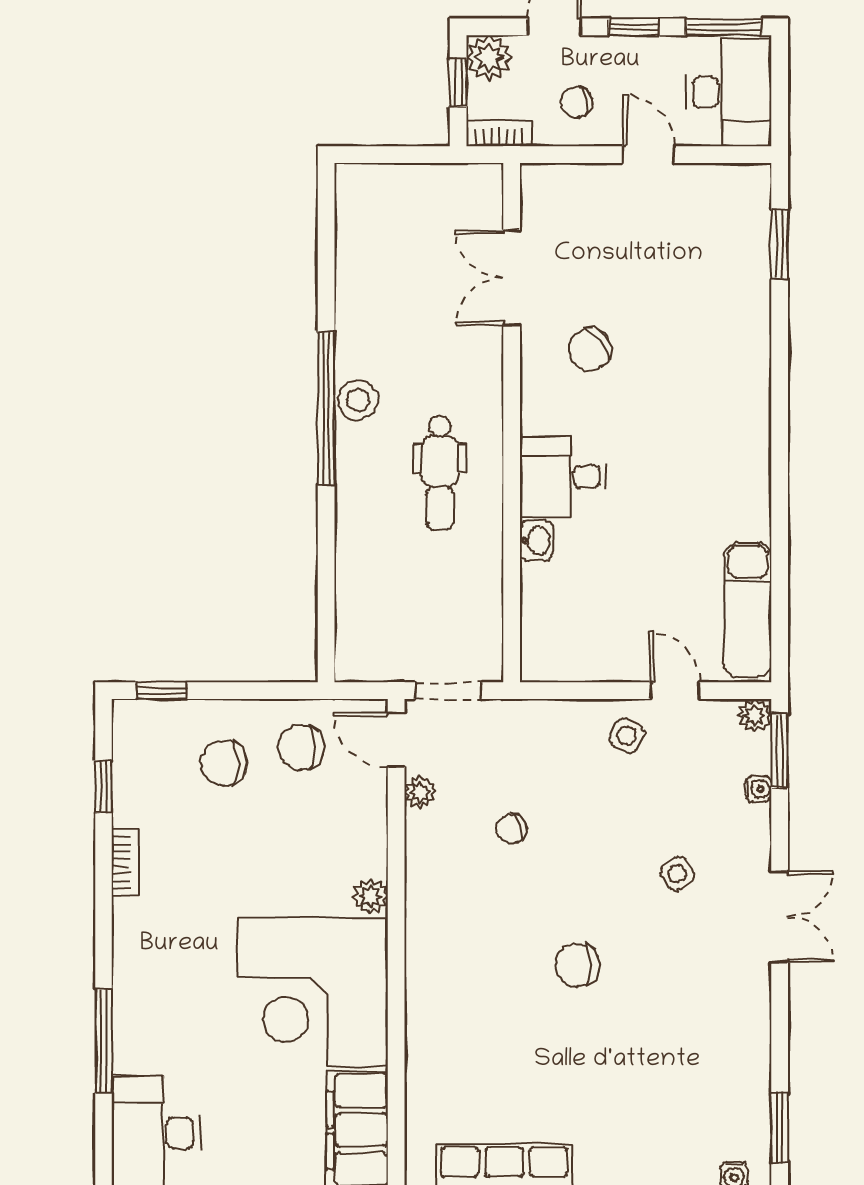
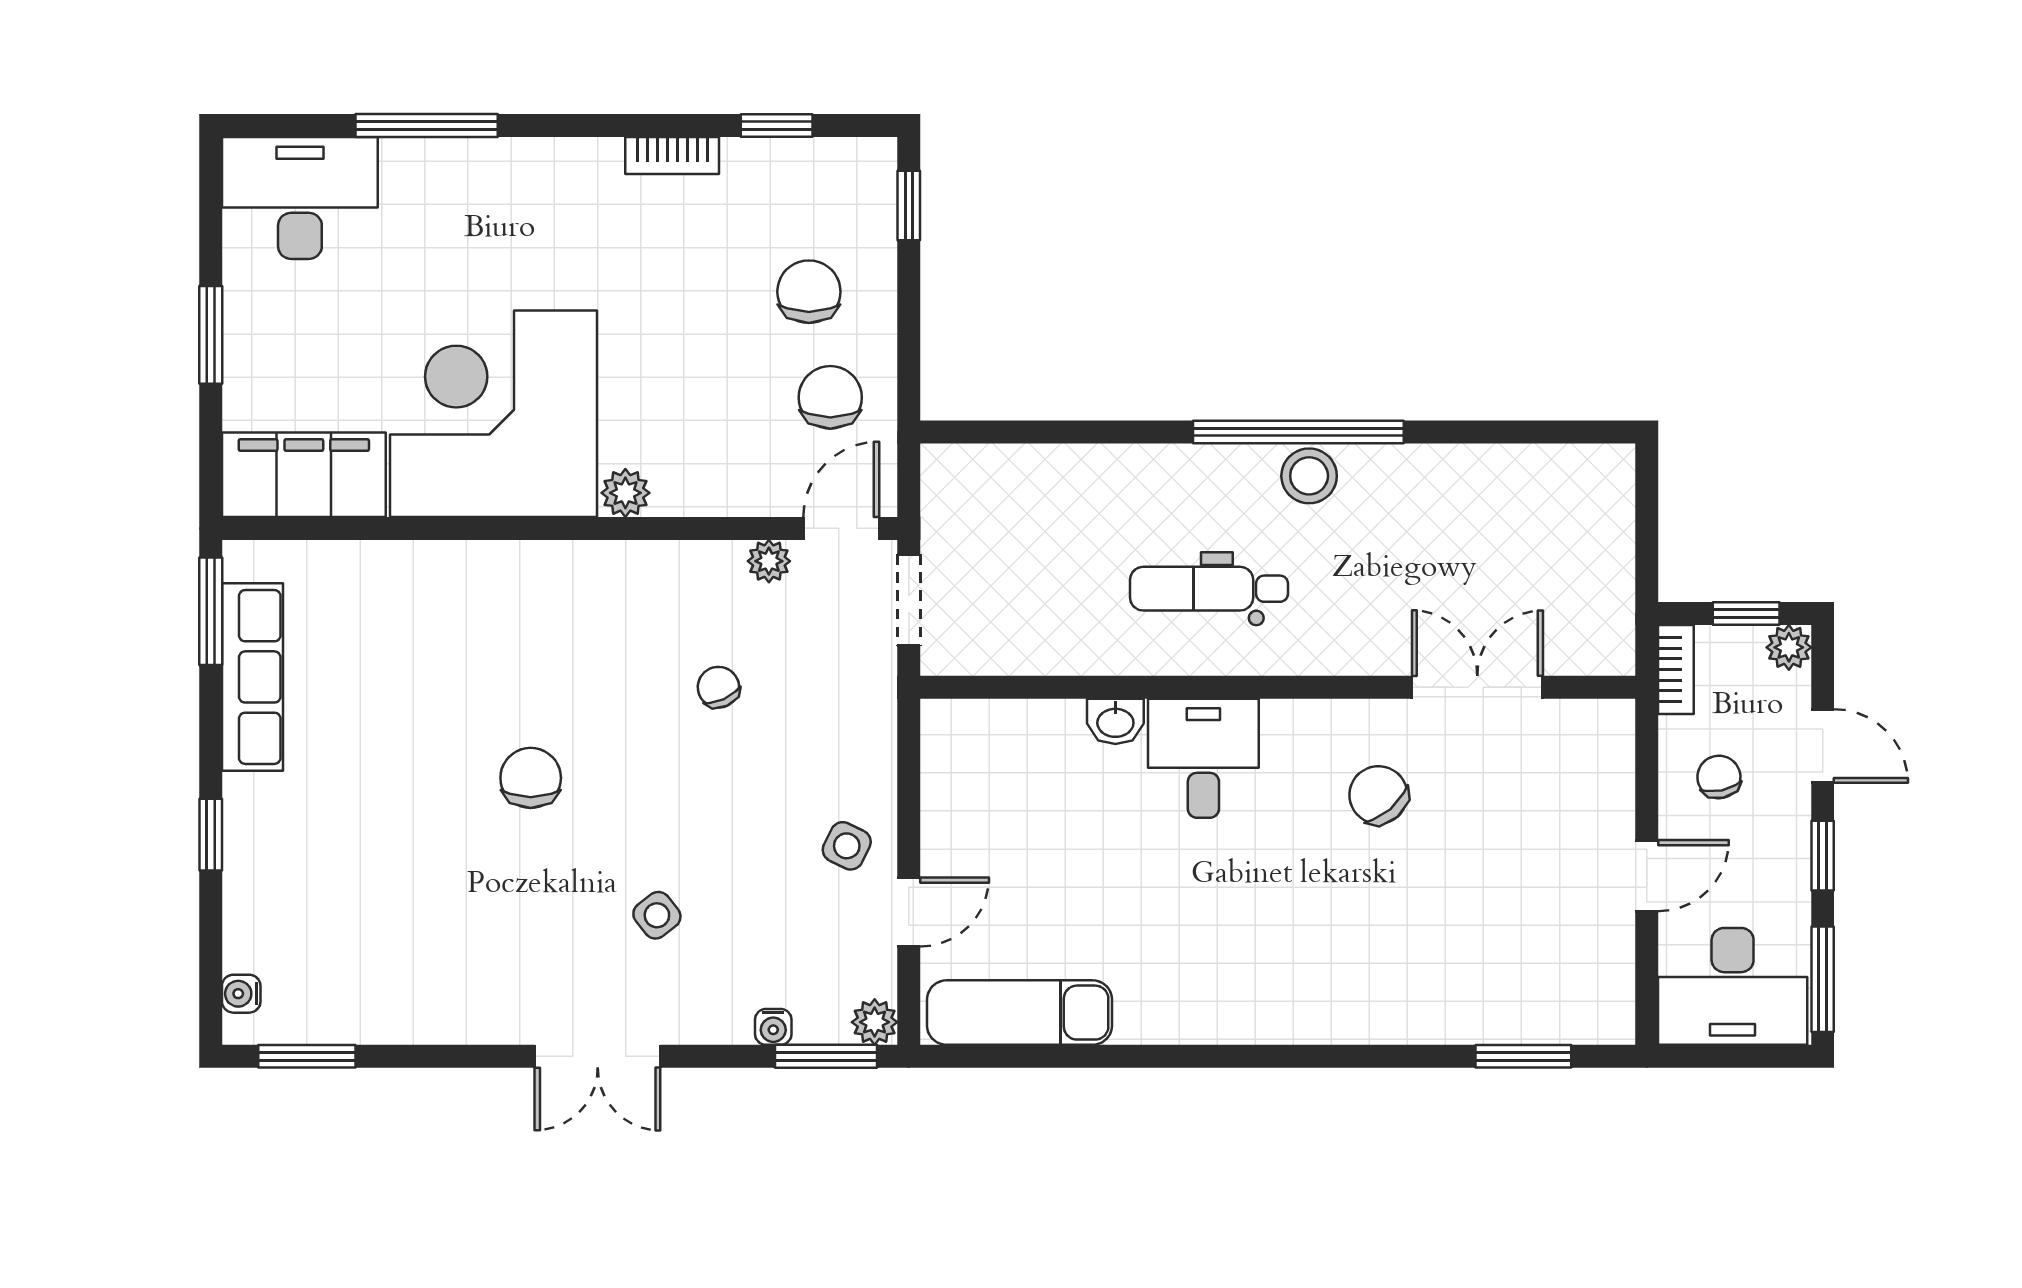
plant: (489, 58) -> (1789, 647), width x0.73, depth x0.73

